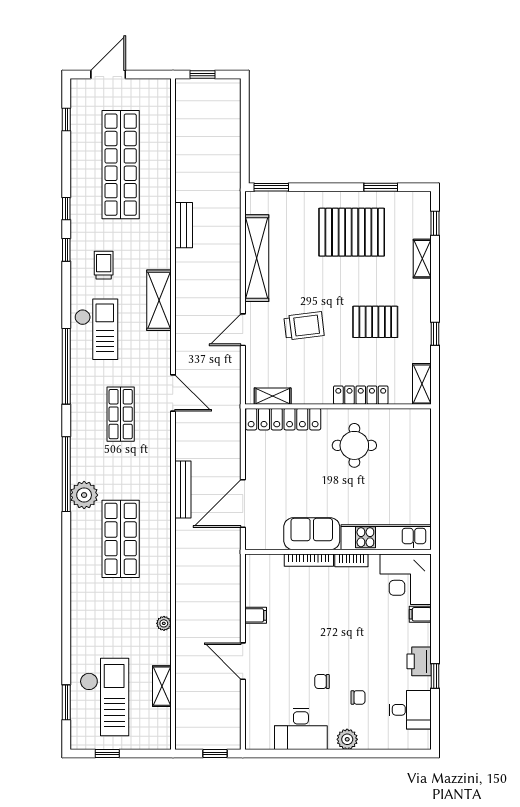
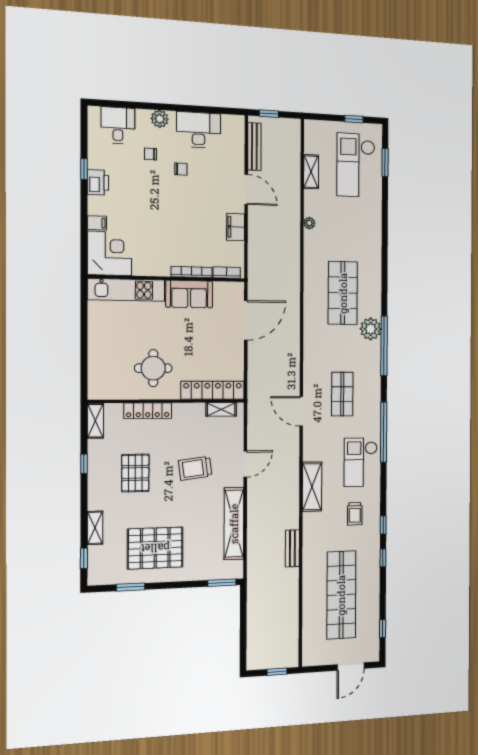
pallet: (375, 322) -> (135, 473), turned 90
bench: (183, 490) -> (254, 147), moved
bookcase: (351, 560) -> (227, 273), moved
filing cabinet: (256, 615) -> (236, 227), width x2.00
desk: (410, 710) -> (118, 125), moved, turned 90

